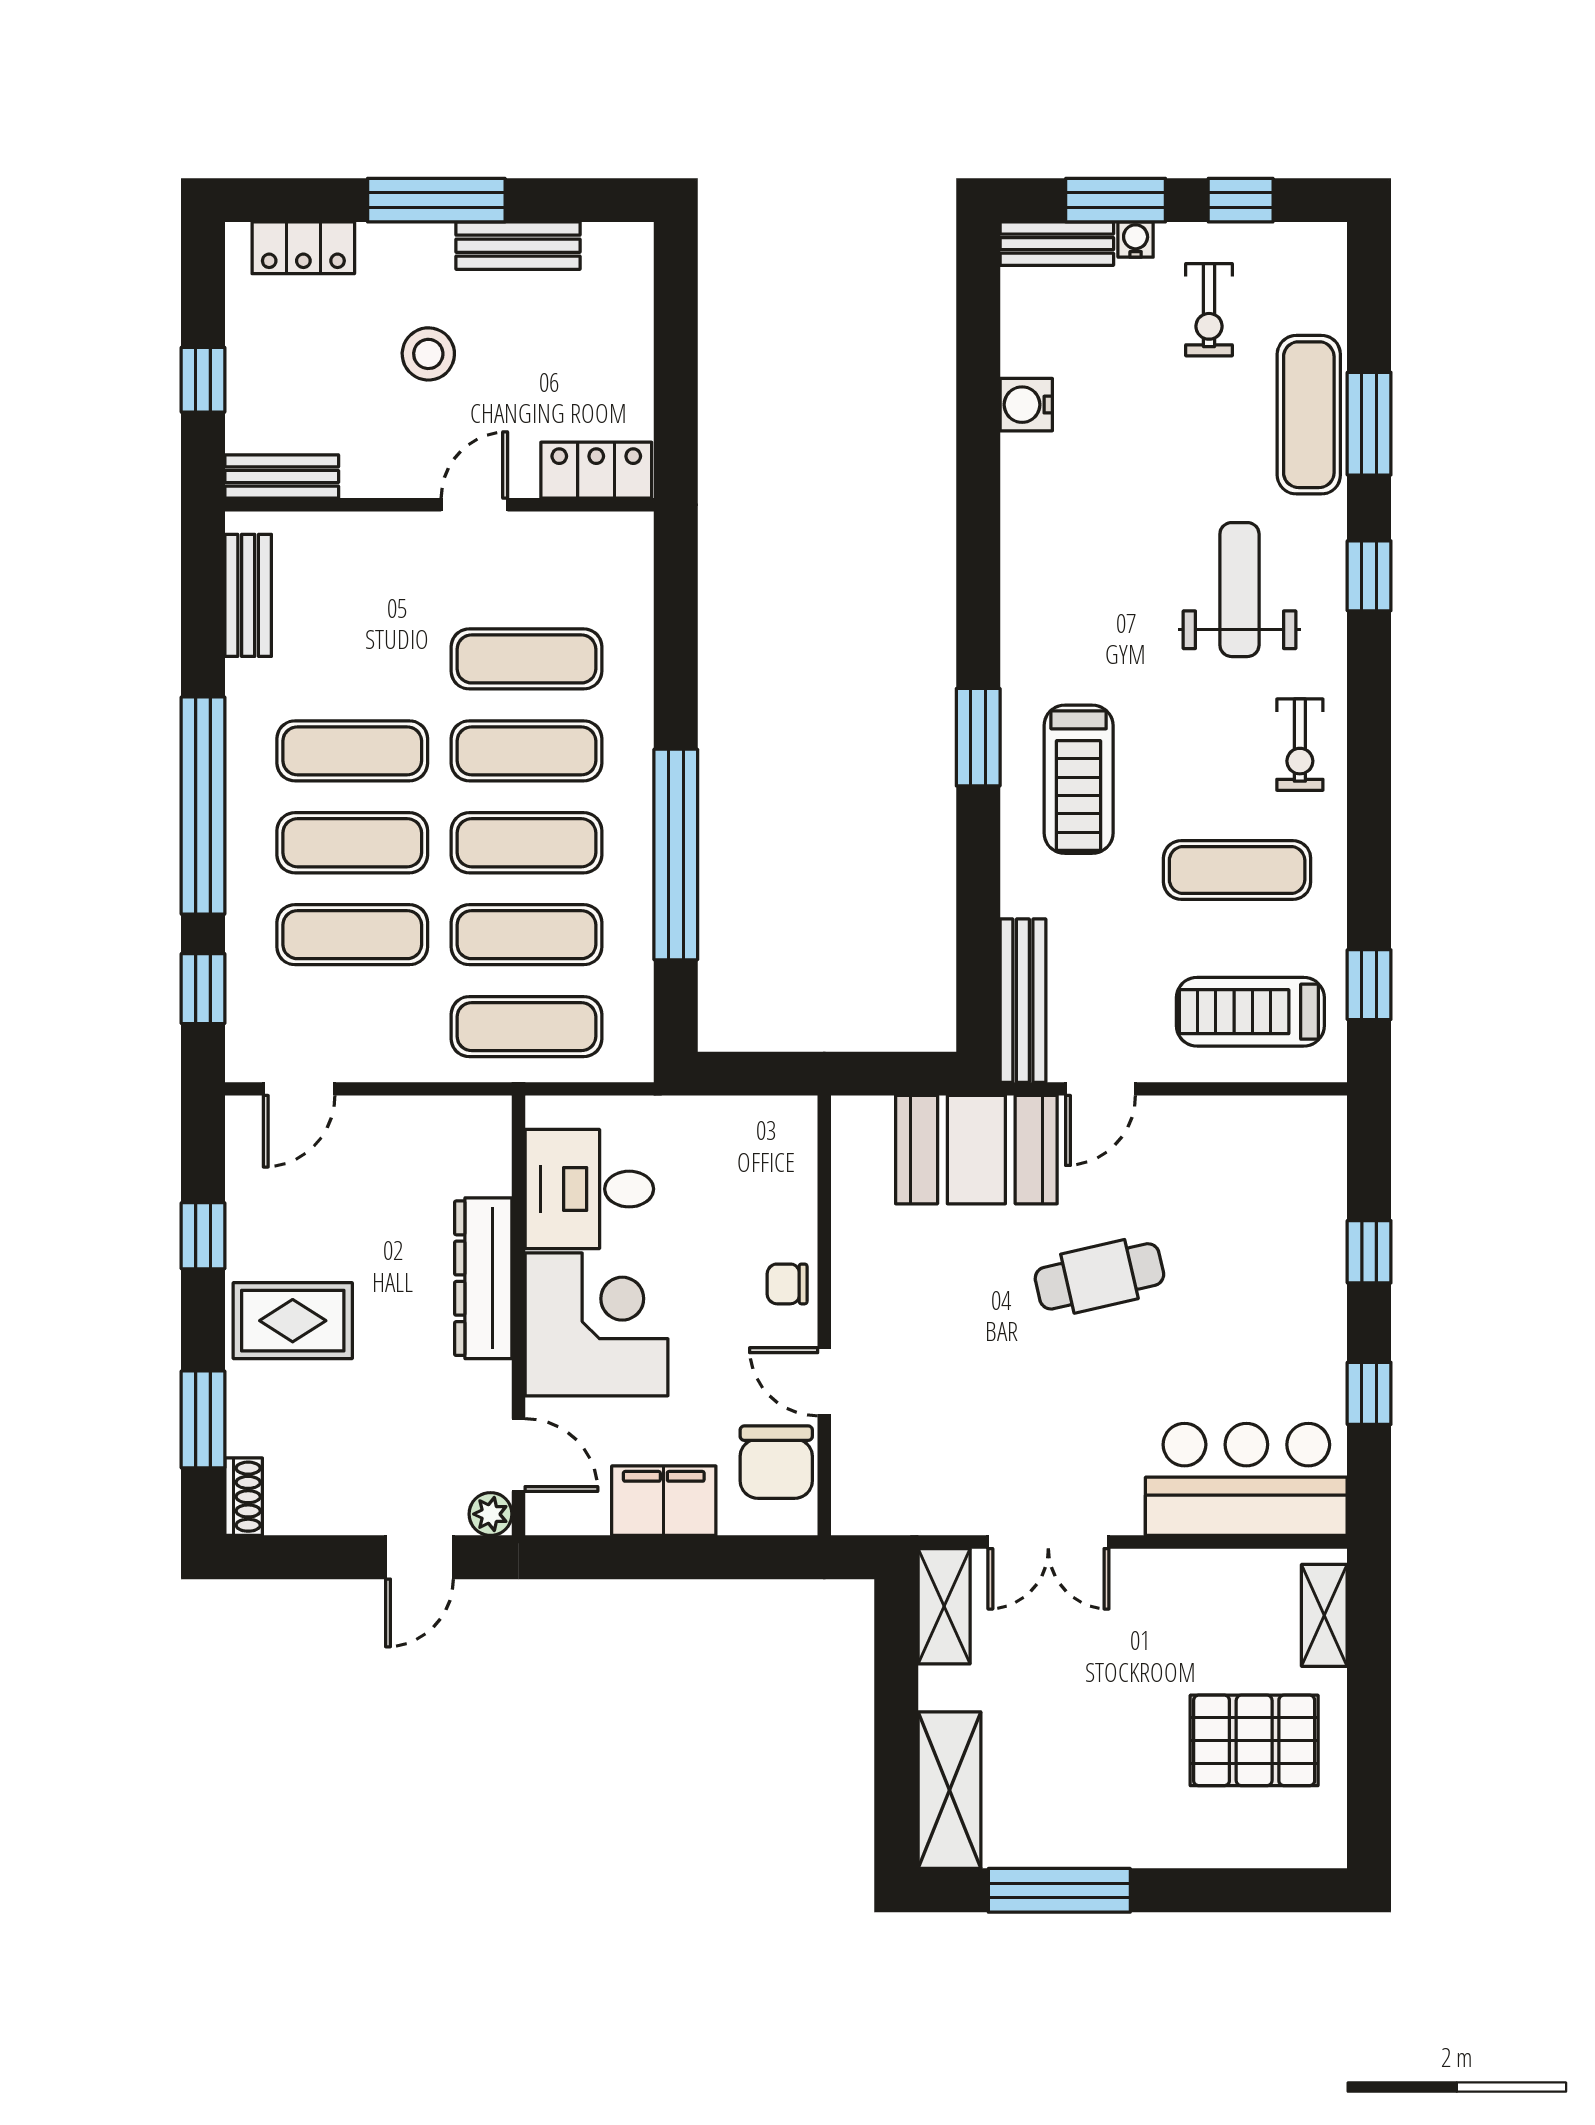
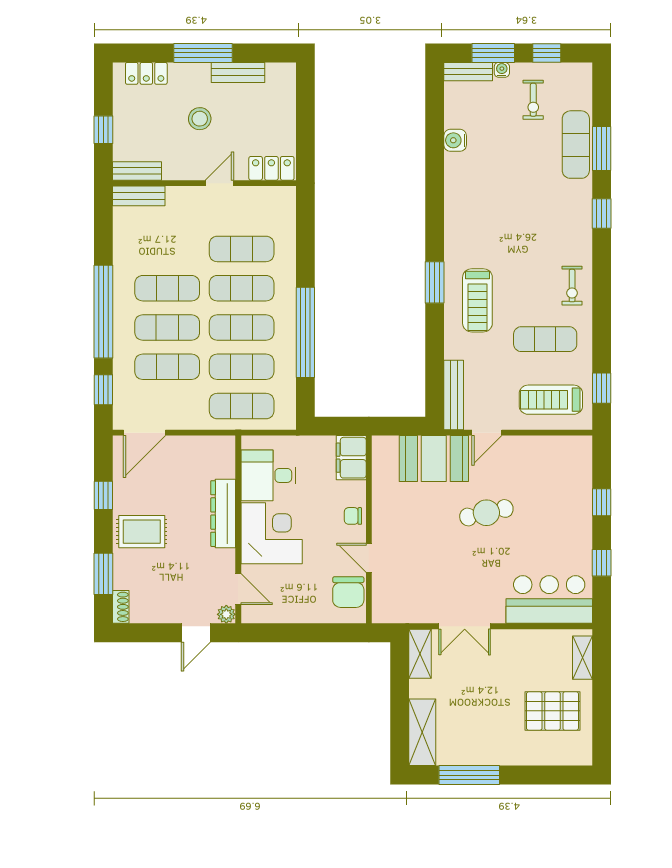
weight bench: (1239, 590) -> (546, 219), removed
bench: (248, 595) -> (139, 196), moved, turned 90
door: (299, 1089) -> (144, 433), width x1.38
filing cabinet: (664, 1501) -> (351, 458), moved, turned -90

